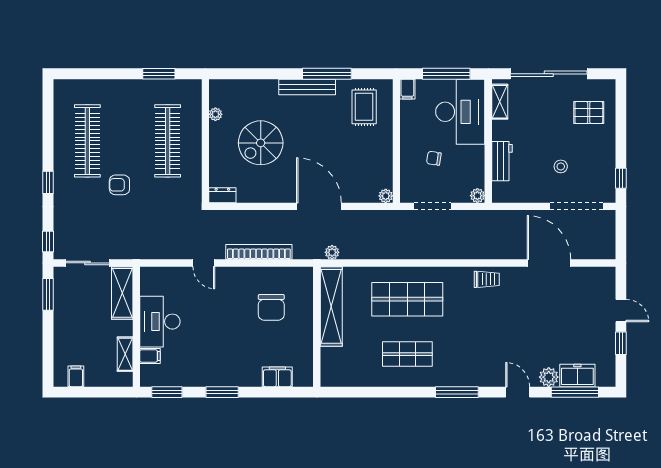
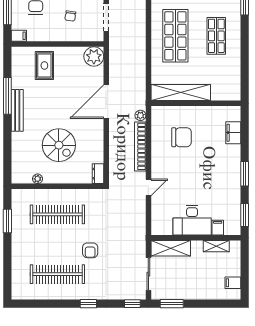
rug: (364, 107) -> (44, 65), moved, turned 90
plant: (386, 196) -> (94, 56), width x1.87, depth x1.87
plant: (332, 252) -> (140, 115), moved

